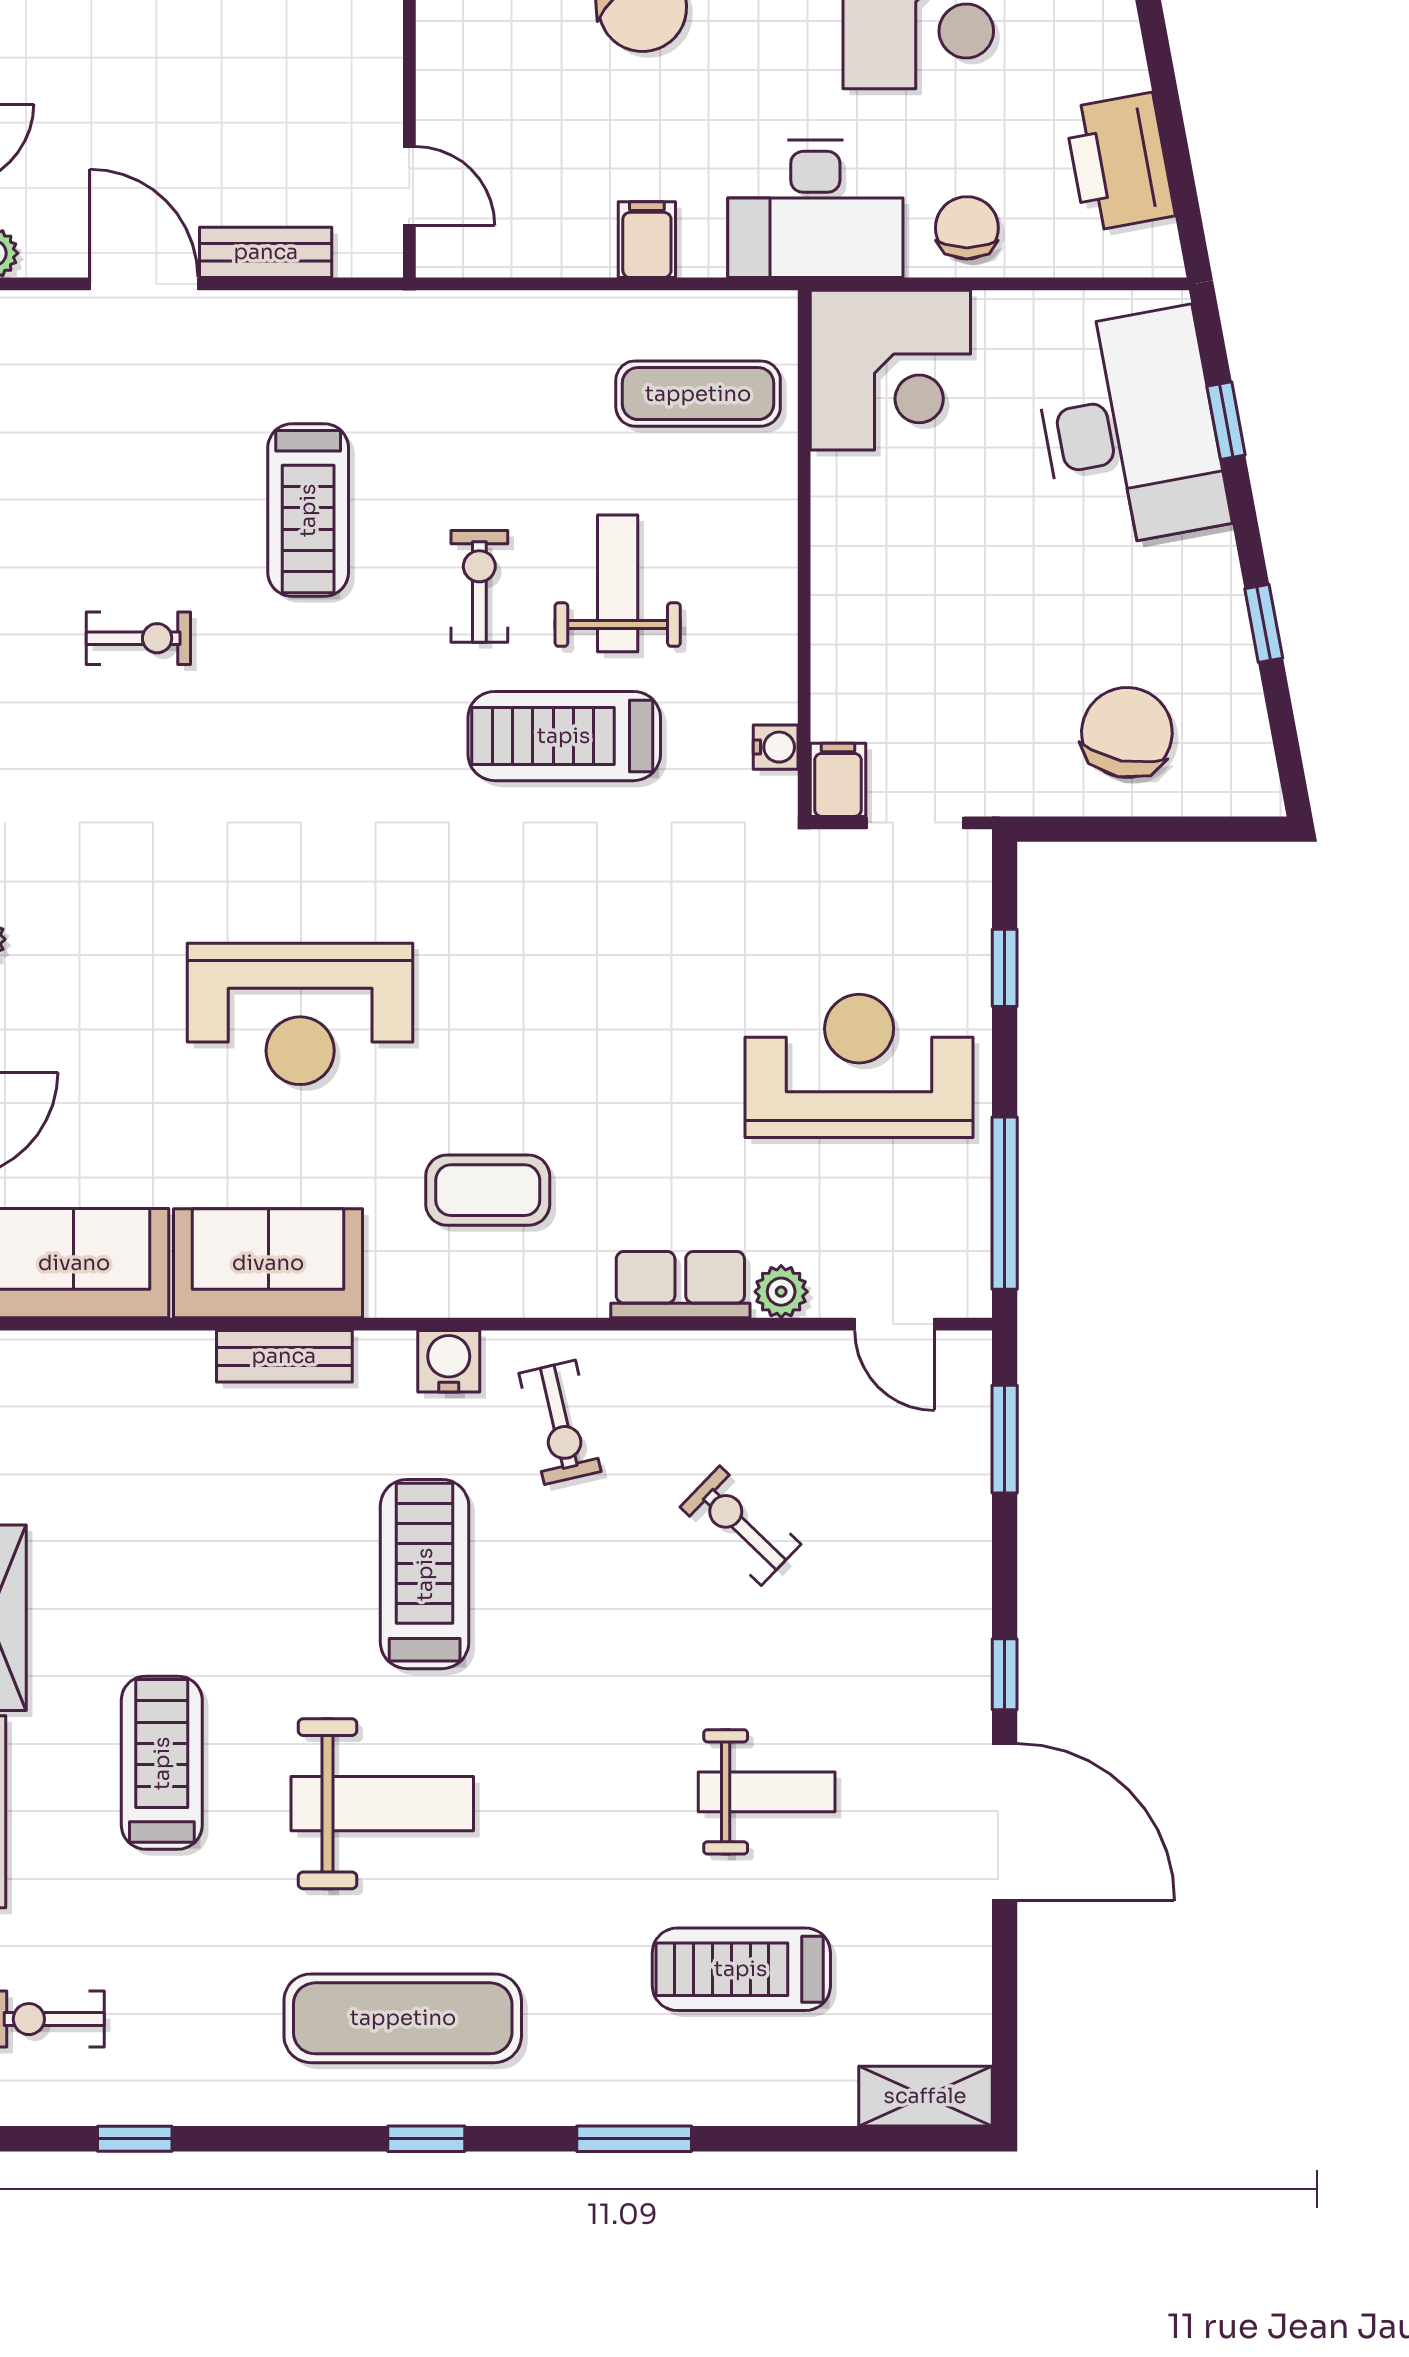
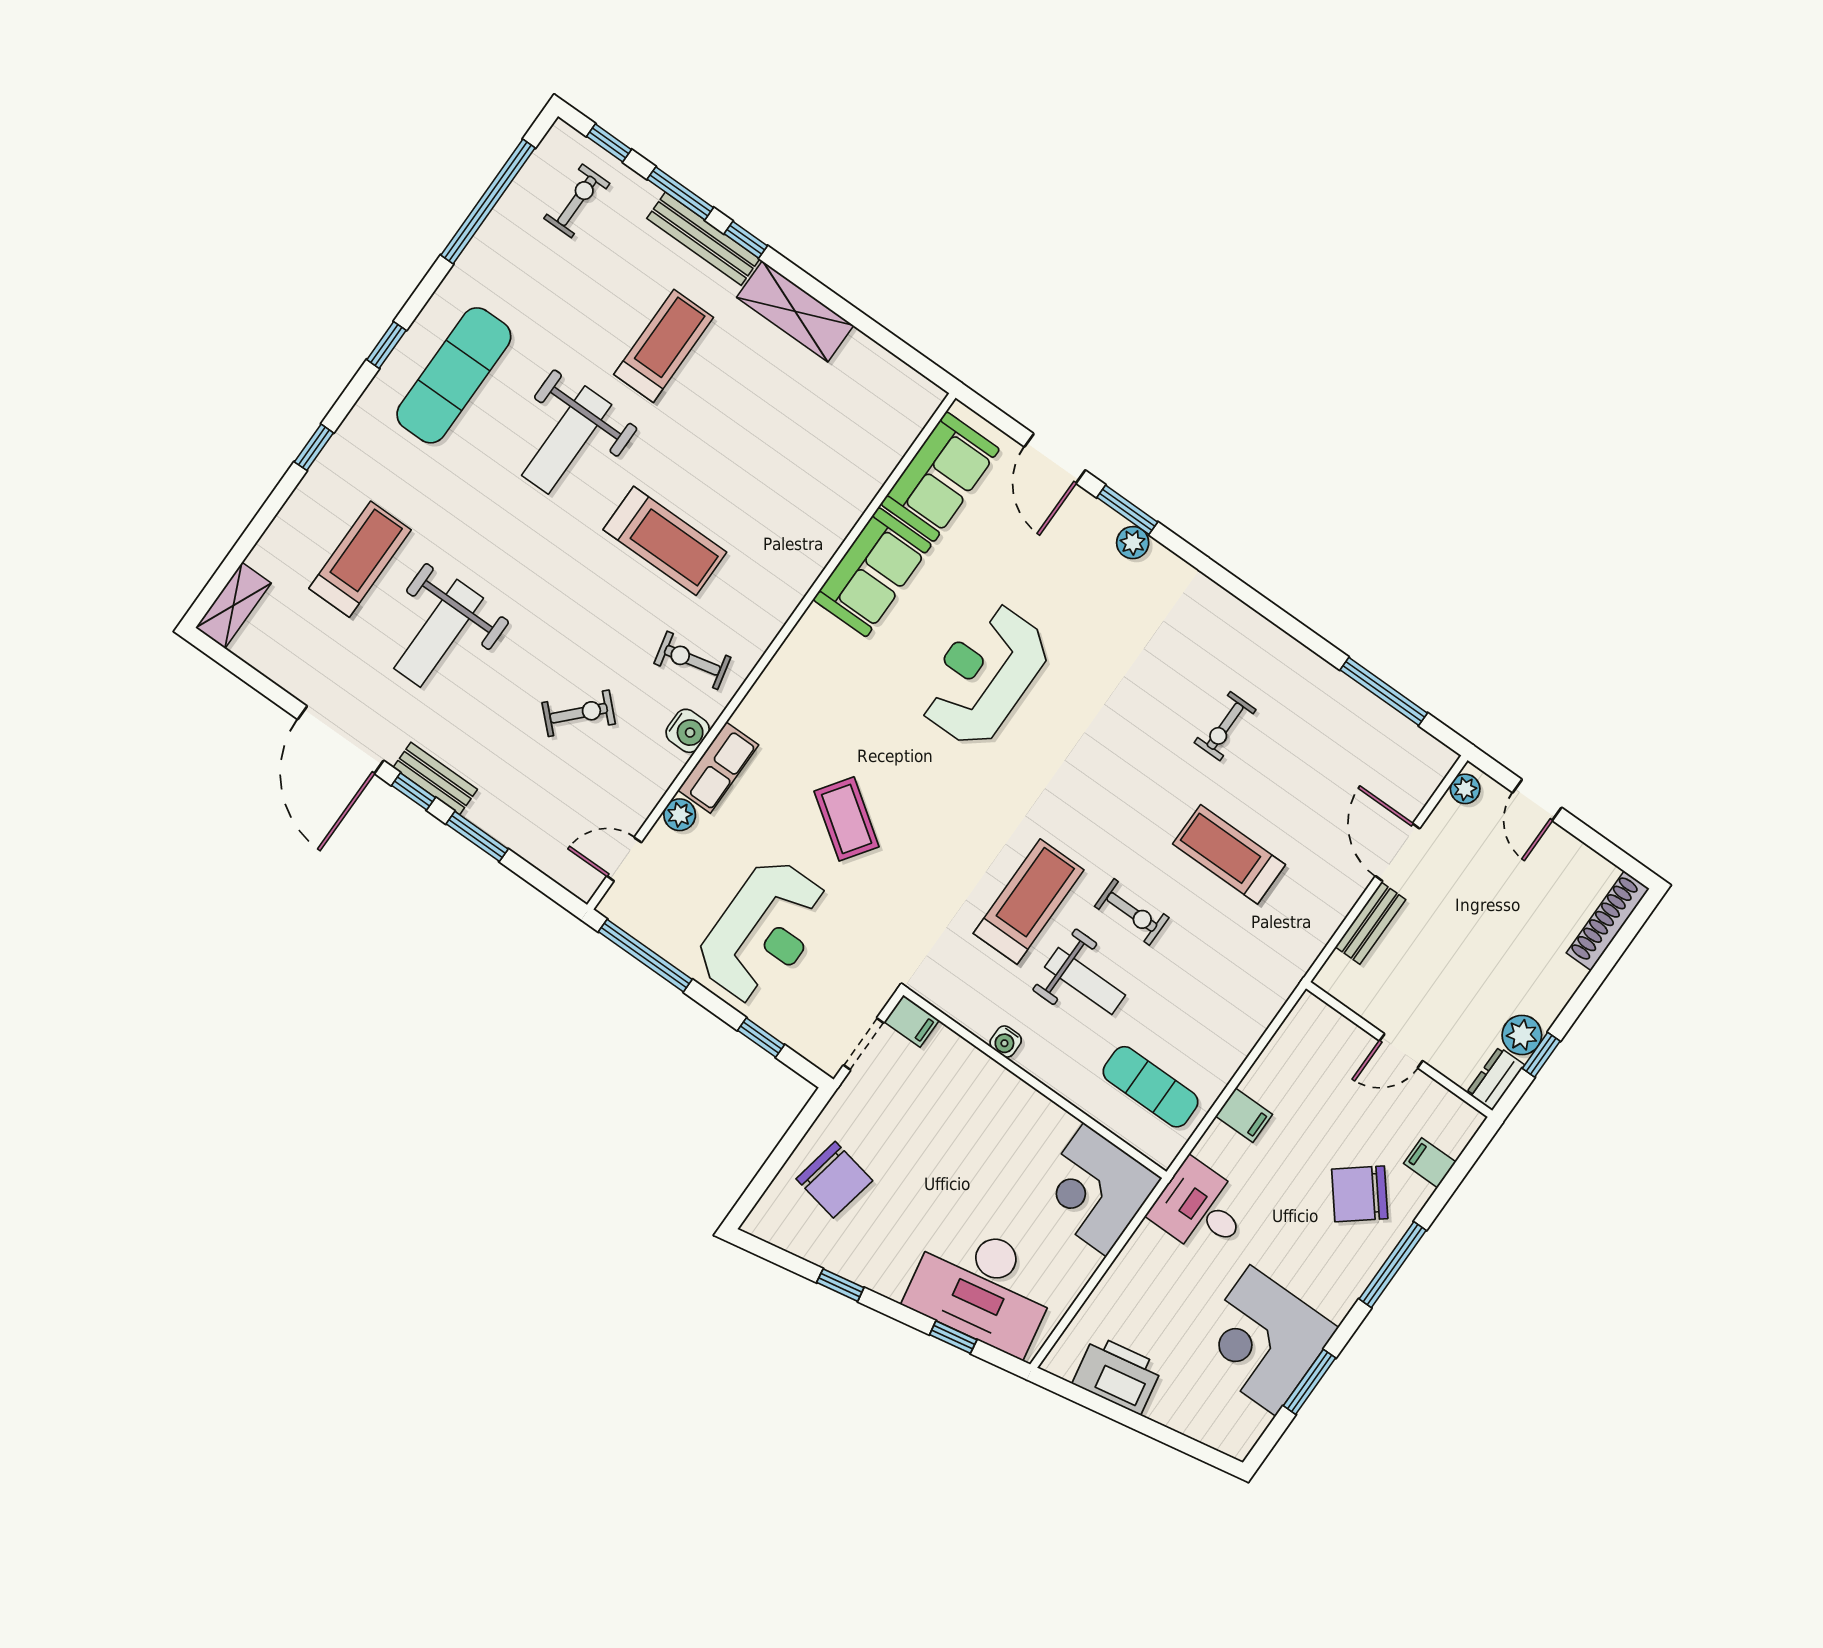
door: (409, 186) -> (1401, 1051), moved
desk: (815, 209) -> (1200, 1209), width x0.73
chair: (967, 228) -> (1138, 1277), removed
door: (144, 284) -> (1398, 852), swing flipped
exercise mat: (698, 394) -> (1150, 1087), turned 90
water cooler: (776, 747) -> (1006, 1042), moved
coffee table: (488, 1190) -> (847, 819), moved, turned -55
bench: (284, 1356) -> (435, 778), moved, turned 90
water cooler: (449, 1361) -> (688, 731), moved
window: (1005, 1439) -> (477, 836), moved
treadmill: (162, 1763) -> (664, 346), turned -90
weight bench: (767, 1792) -> (439, 633), width x1.36, depth x1.33
door: (1005, 1822) -> (341, 740), hinge flipped
window: (135, 2139) -> (488, 201), width x3.17
window: (634, 2139) -> (314, 447), width x0.67

